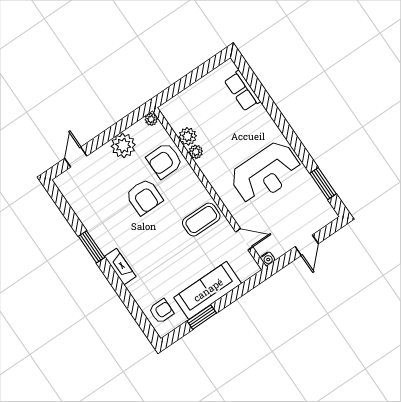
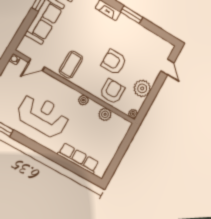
row of seats: (242, 91) -> (78, 158), width x1.48
plant: (196, 152) -> (83, 100), moved
reception desk: (266, 173) -> (43, 115), turned 90

